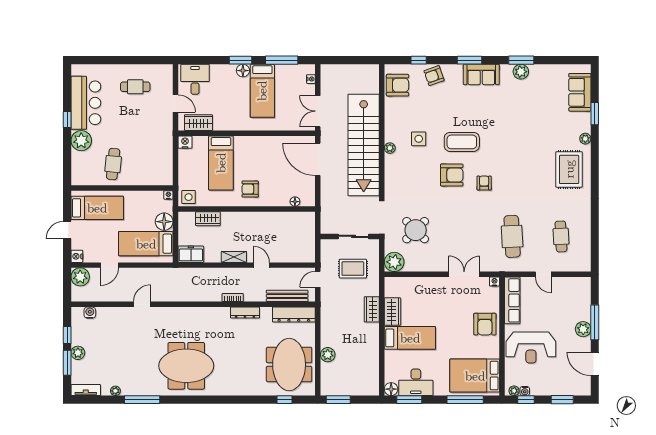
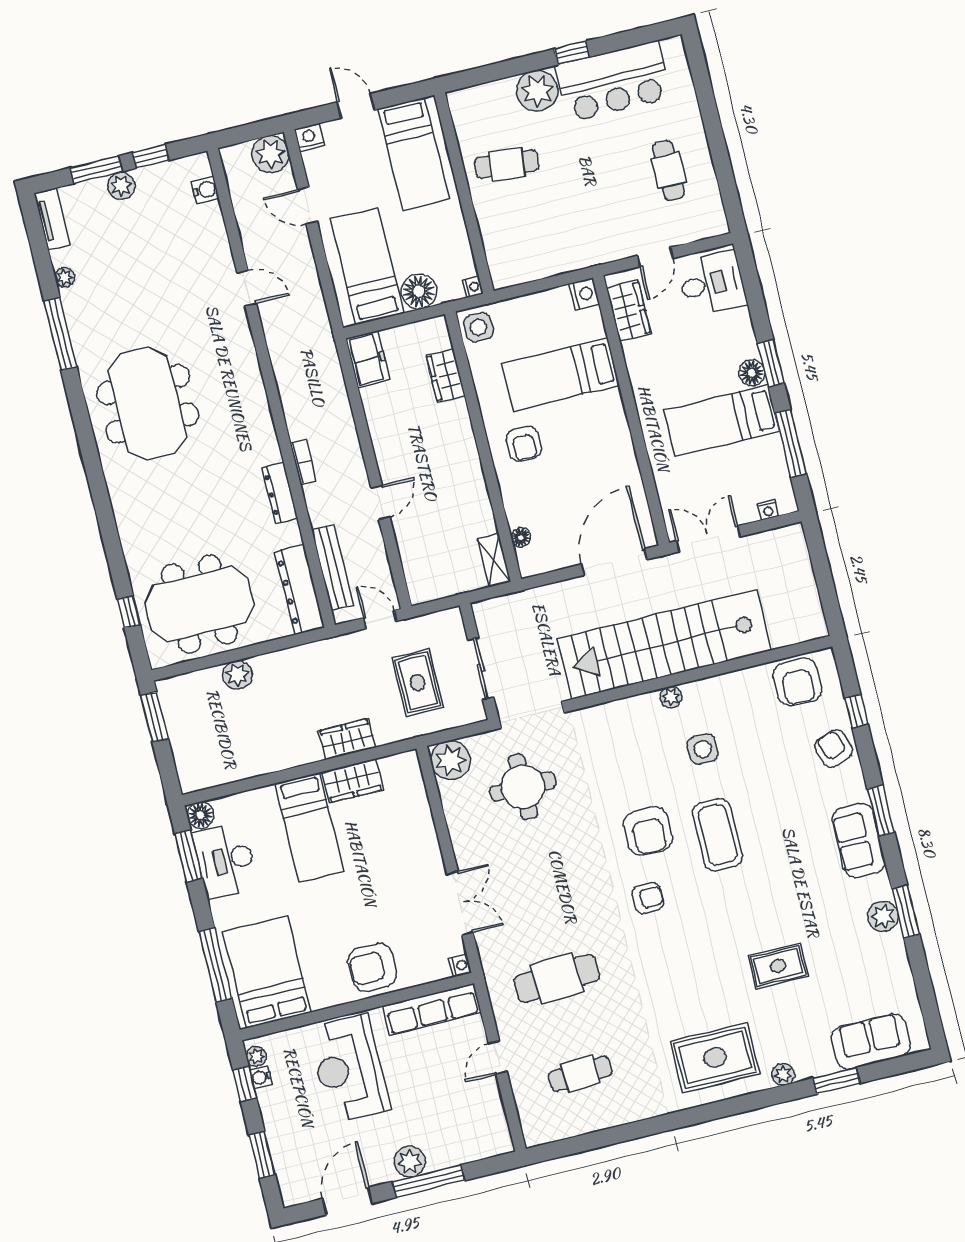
rug: (532, 128) -> (778, 966), added
armchair: (250, 189) -> (524, 444), turned 180
round table: (416, 230) -> (523, 787), turned 45
shelving: (234, 257) -> (494, 560), moved

